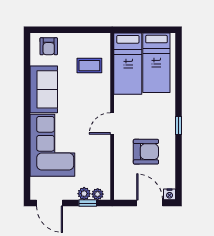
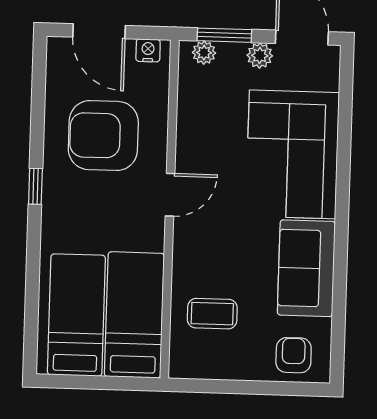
armchair: (146, 152) -> (103, 136), width x1.36, depth x1.36
plant: (84, 194) -> (260, 56), moved
nightstand: (170, 194) -> (148, 50), moved
window: (88, 203) -> (224, 35), width x1.50

